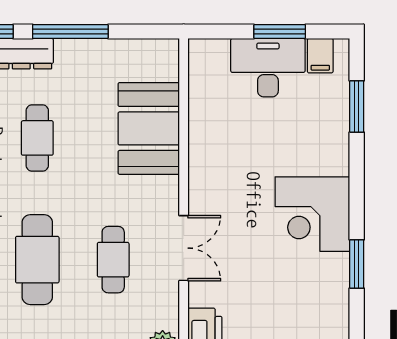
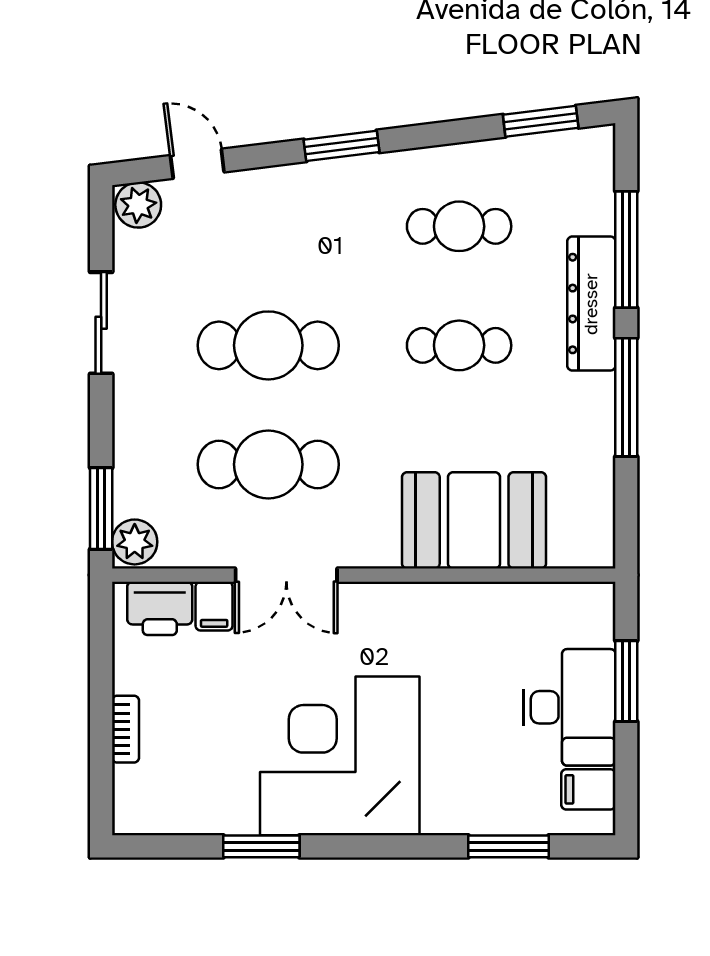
window: (280, 31) -> (626, 681), moved
corner desk: (312, 214) -> (340, 756), width x1.36, depth x1.36
cafe table: (113, 260) -> (268, 464), width x1.37, depth x1.35
filing cabinet: (203, 294) -> (214, 606), added

